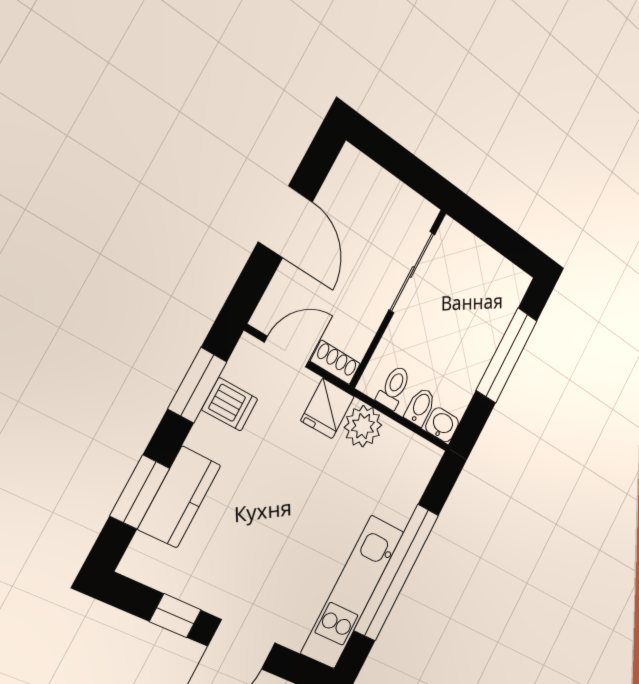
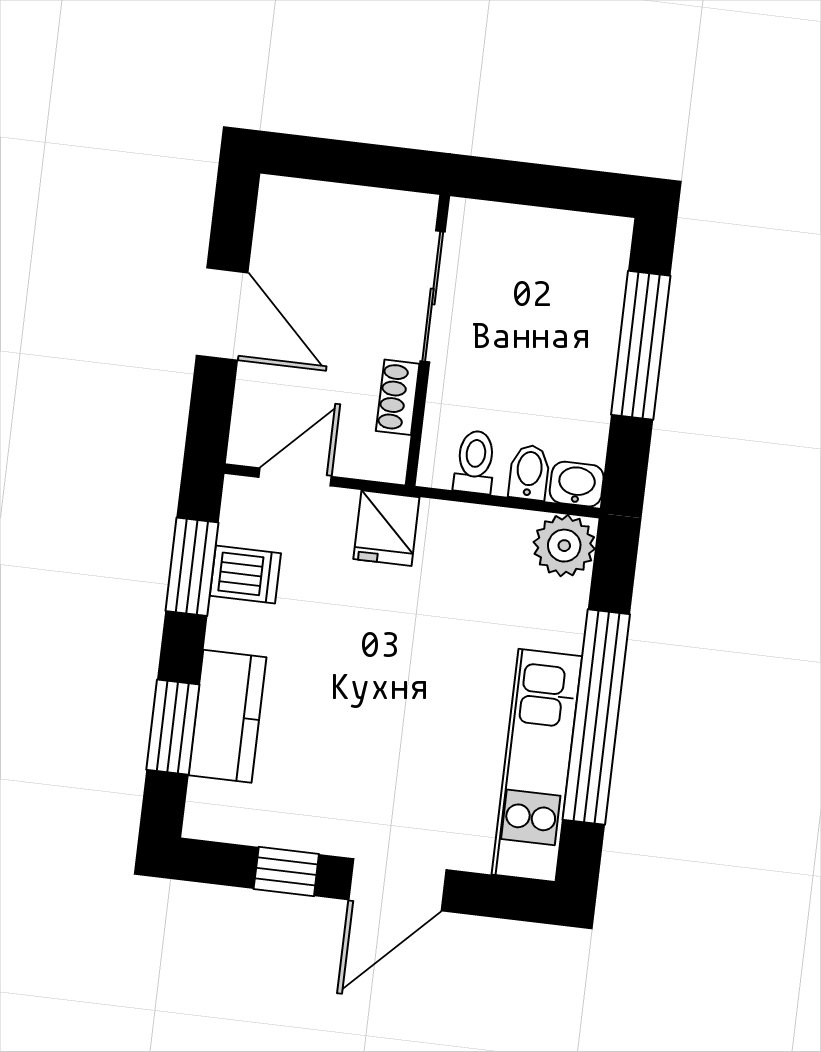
shoe rack: (335, 362) -> (398, 397), moved, turned -90
plant: (363, 426) -> (564, 546), moved

